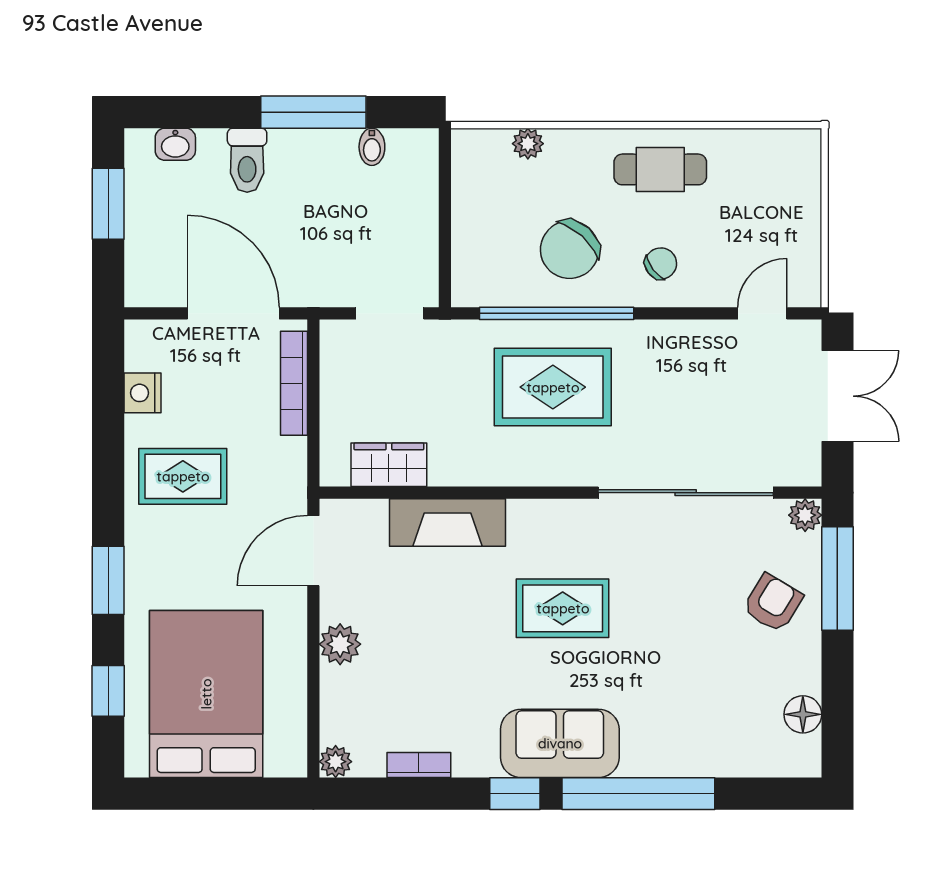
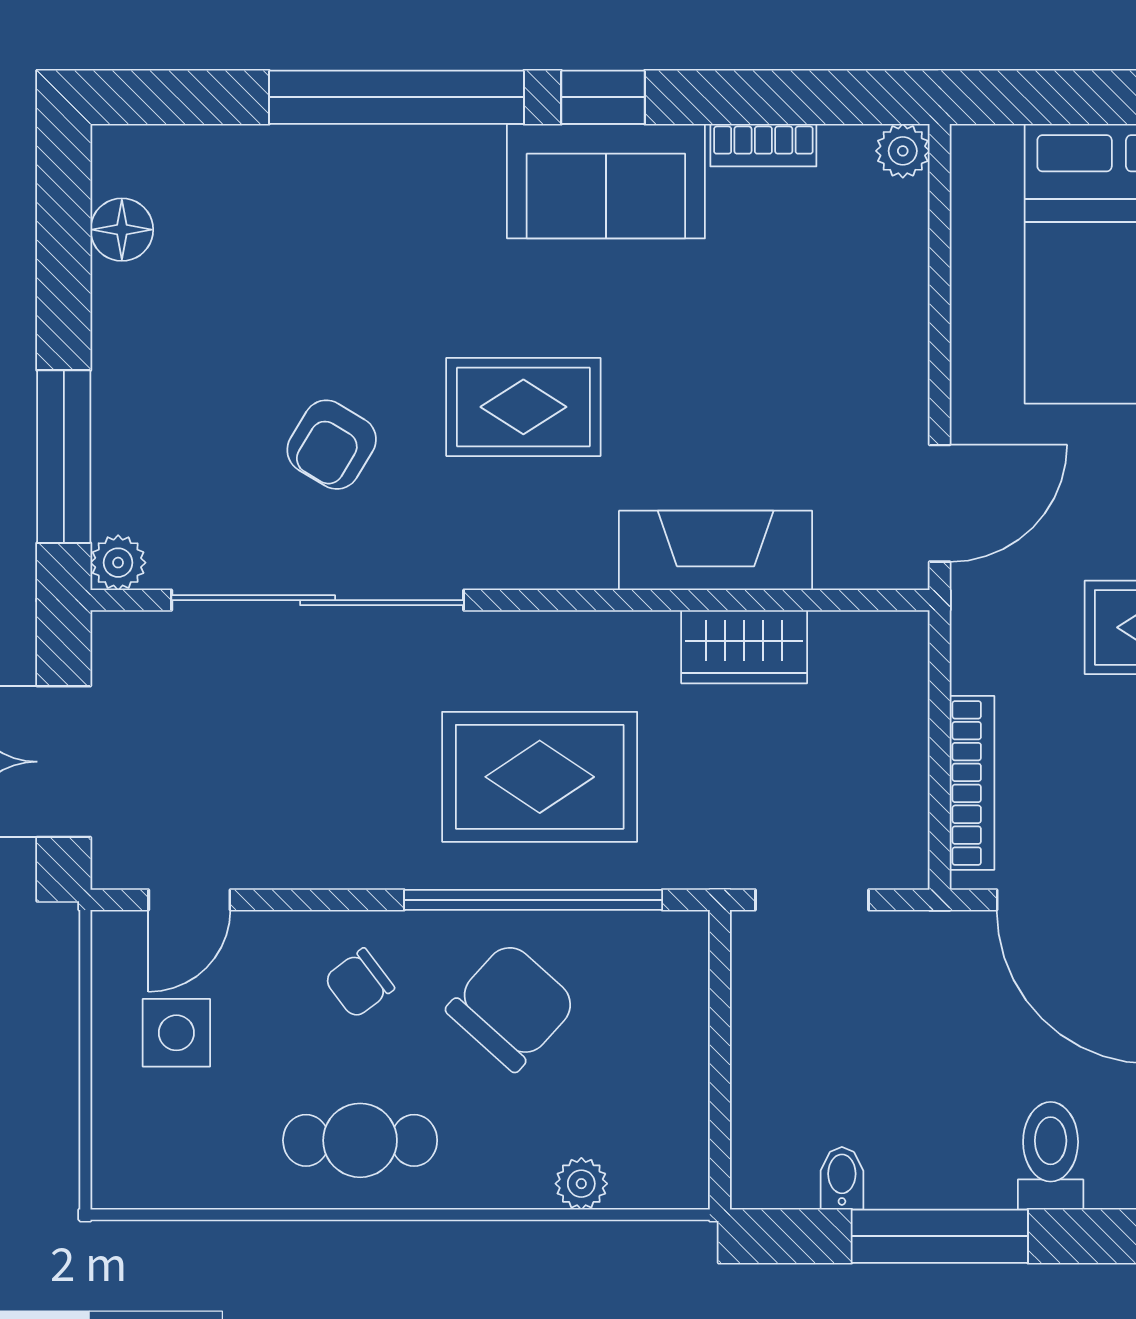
side table: (770, 234) -> (176, 1033), added
wardrobe: (389, 465) -> (744, 647), moved
armchair: (773, 603) -> (332, 445), moved
plant: (340, 644) -> (895, 347), removed
sofa: (560, 743) -> (606, 181), moved

